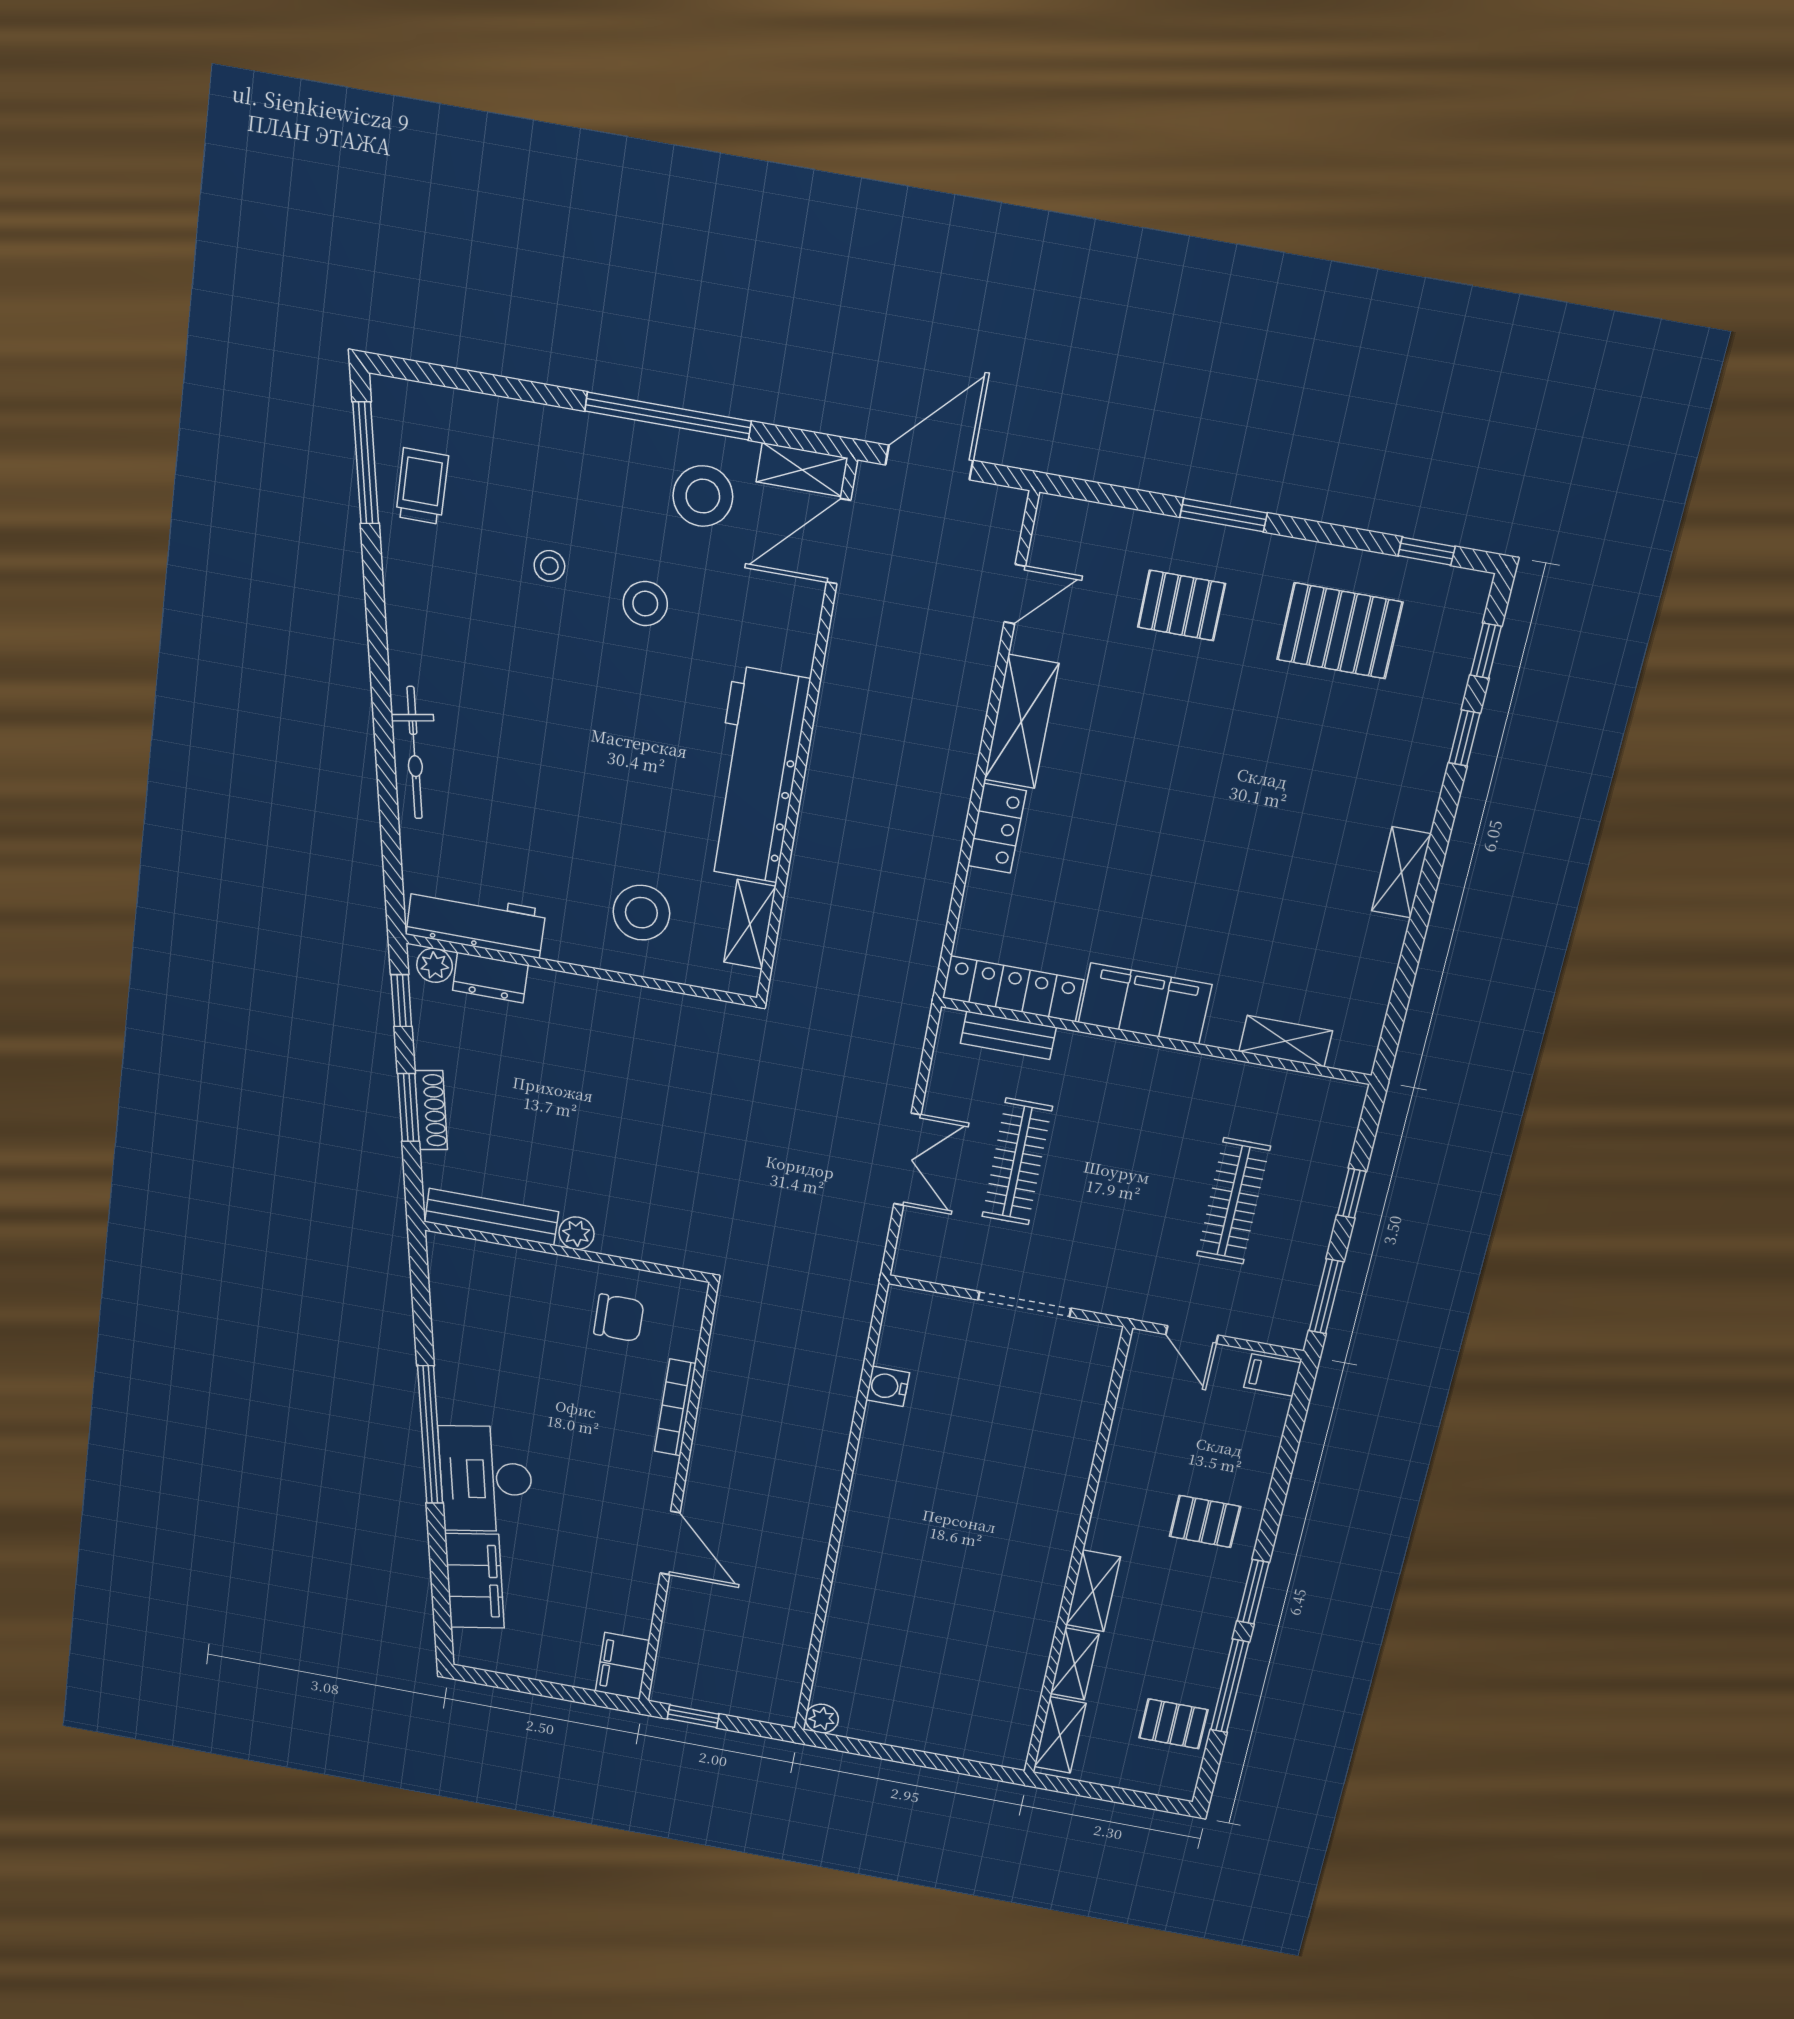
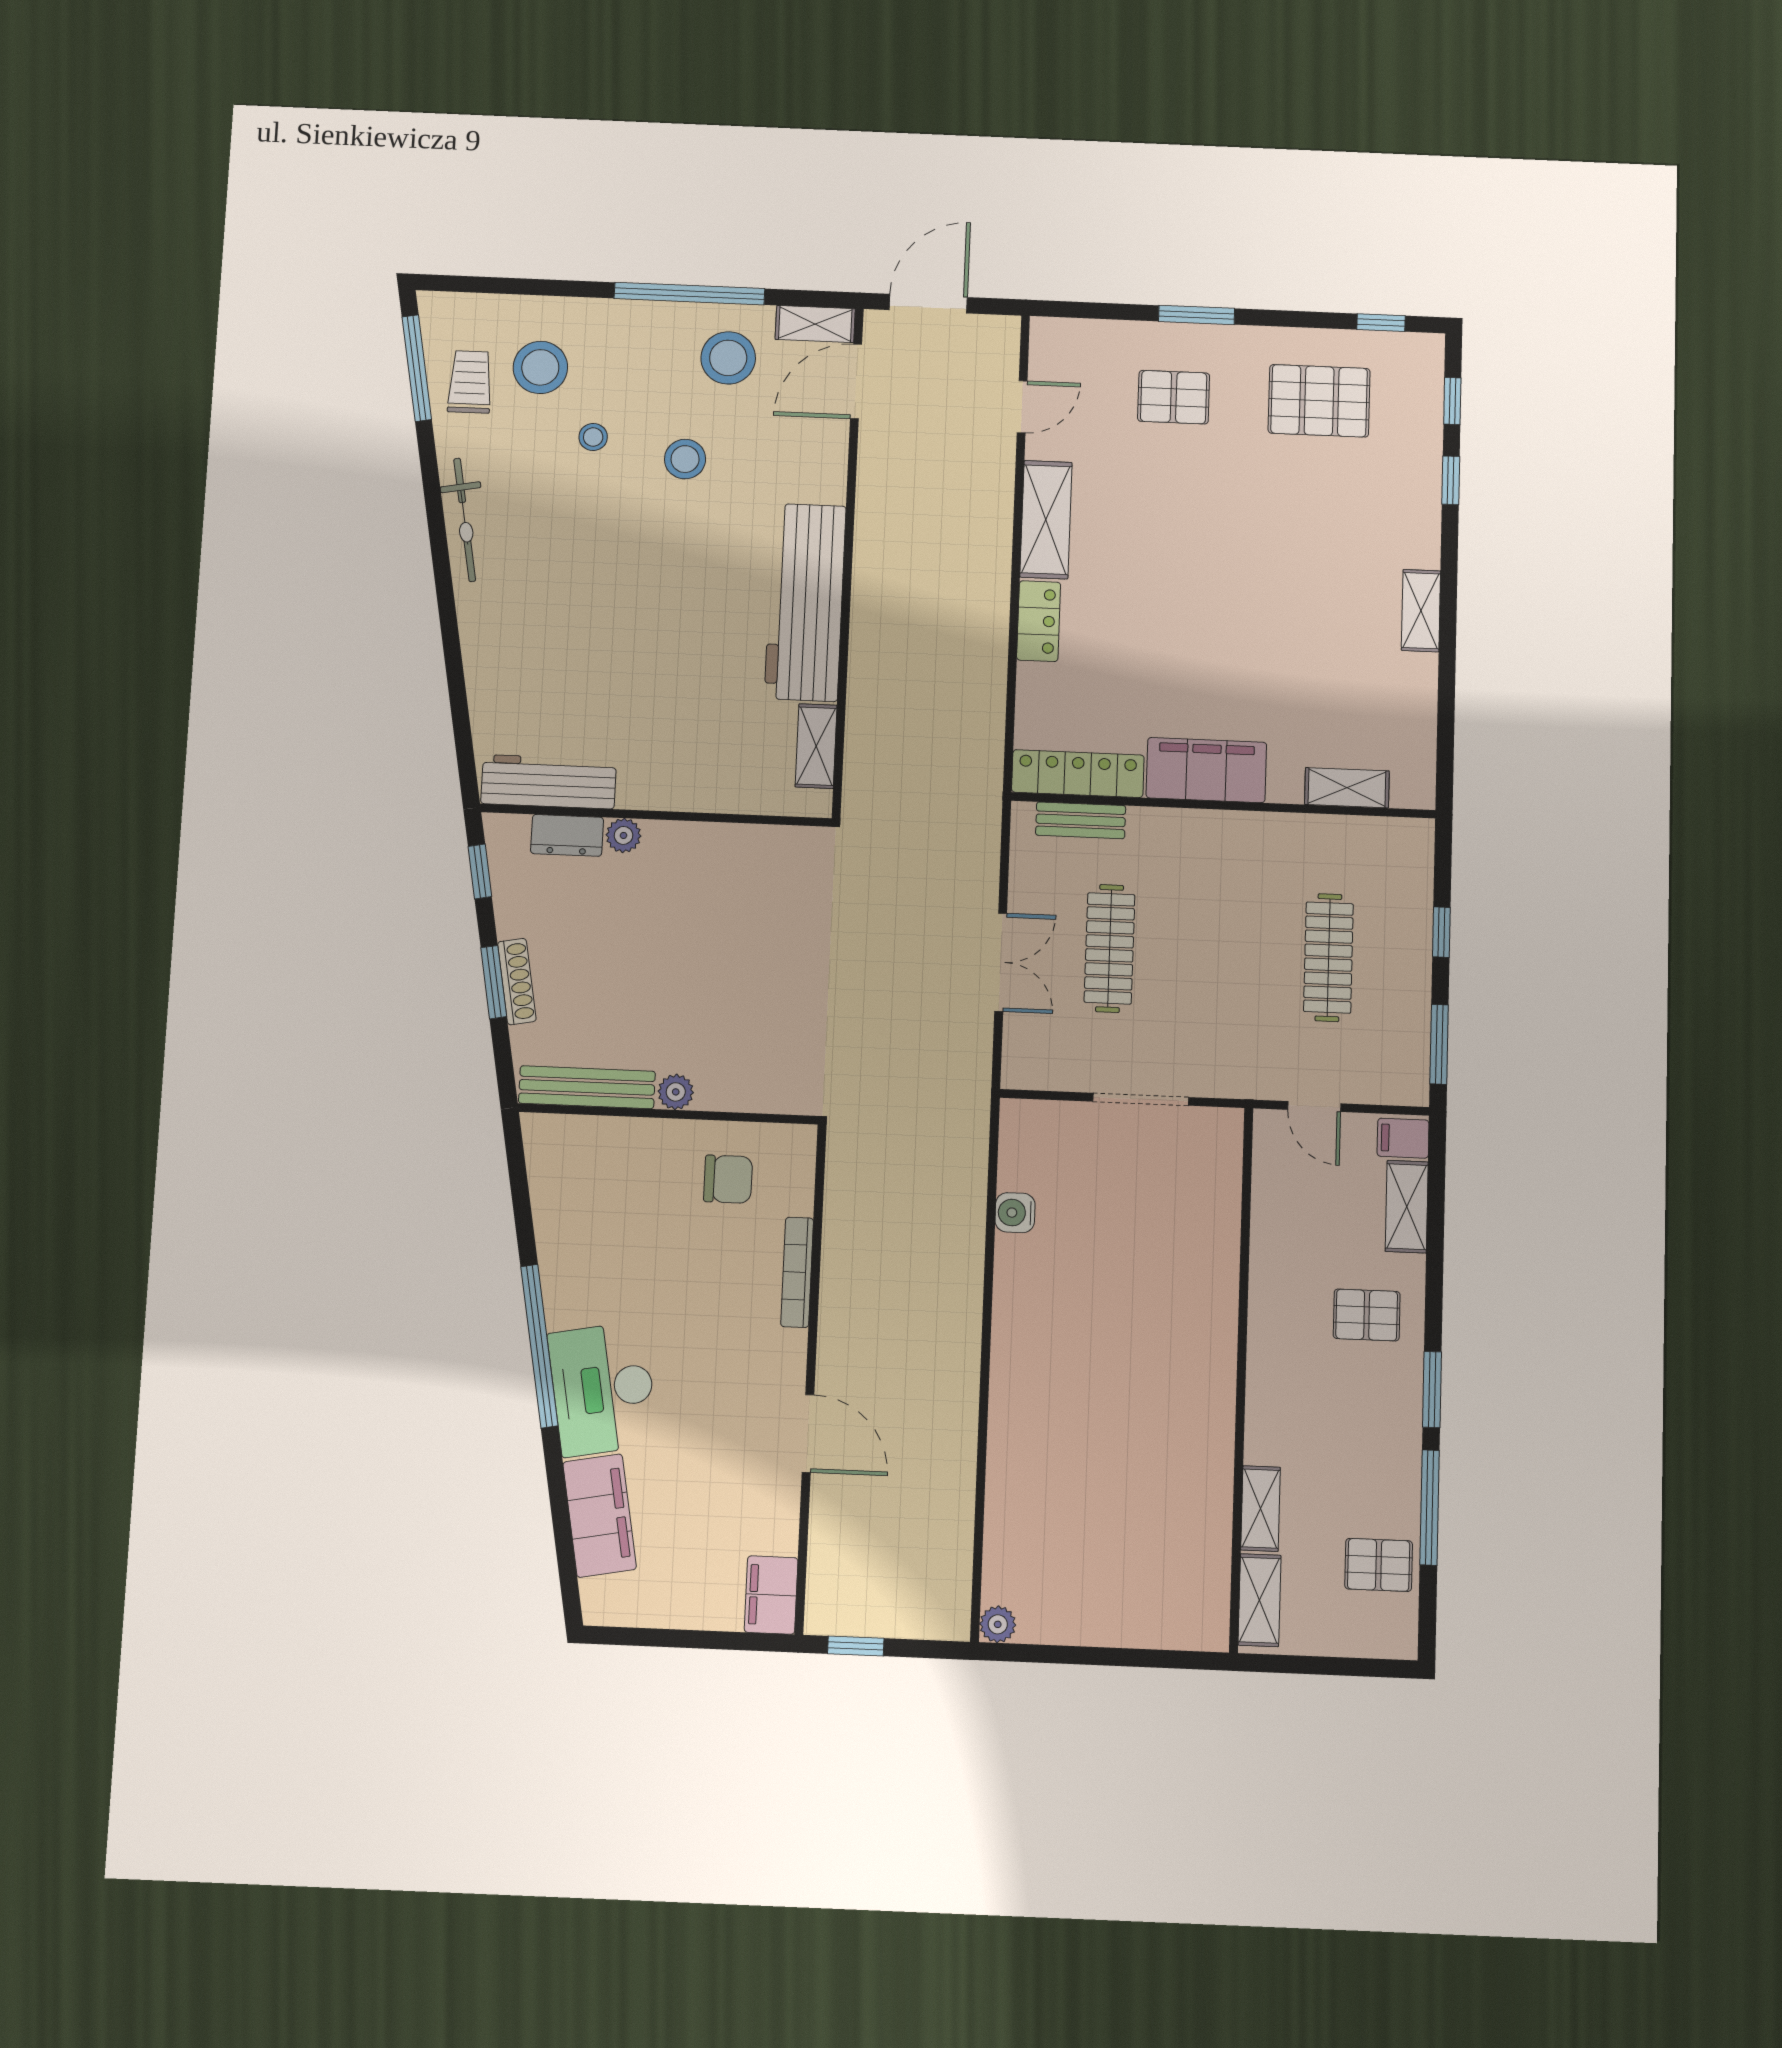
bicycle: (415, 753) -> (465, 520), moved
stool: (641, 913) -> (540, 367), moved
plant: (435, 965) -> (623, 835), moved
shelving: (1093, 1591) -> (1407, 1207), moved

